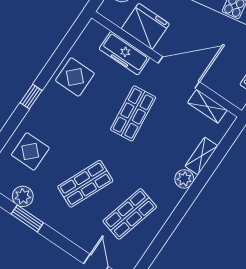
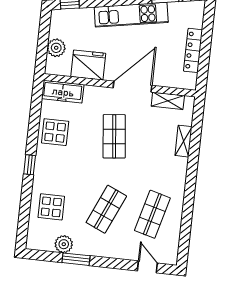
freezer: (124, 53) -> (63, 92), moved
plant: (184, 179) -> (180, 165), removed

